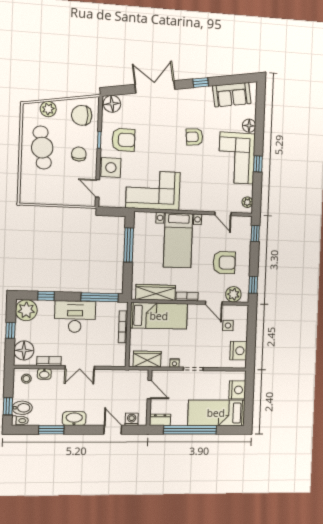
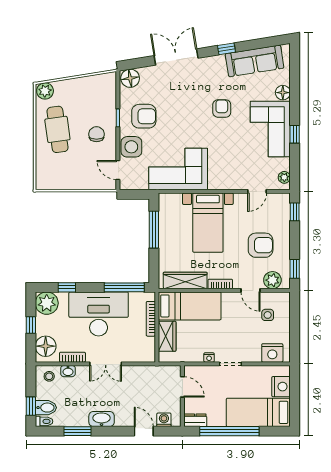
sofa: (232, 95) -> (255, 61), width x1.36
plant: (48, 109) -> (45, 91), moved
chair: (82, 115) -> (98, 93), removed
armchair: (194, 137) -> (222, 109), turned 95
door: (223, 214) -> (257, 191), hinge flipped
desk: (75, 317) -> (99, 314), width x1.36, depth x1.30
nightstand: (239, 351) -> (272, 353), moved, turned 90
wardrobe: (147, 359) -> (167, 336), moved, turned 90

